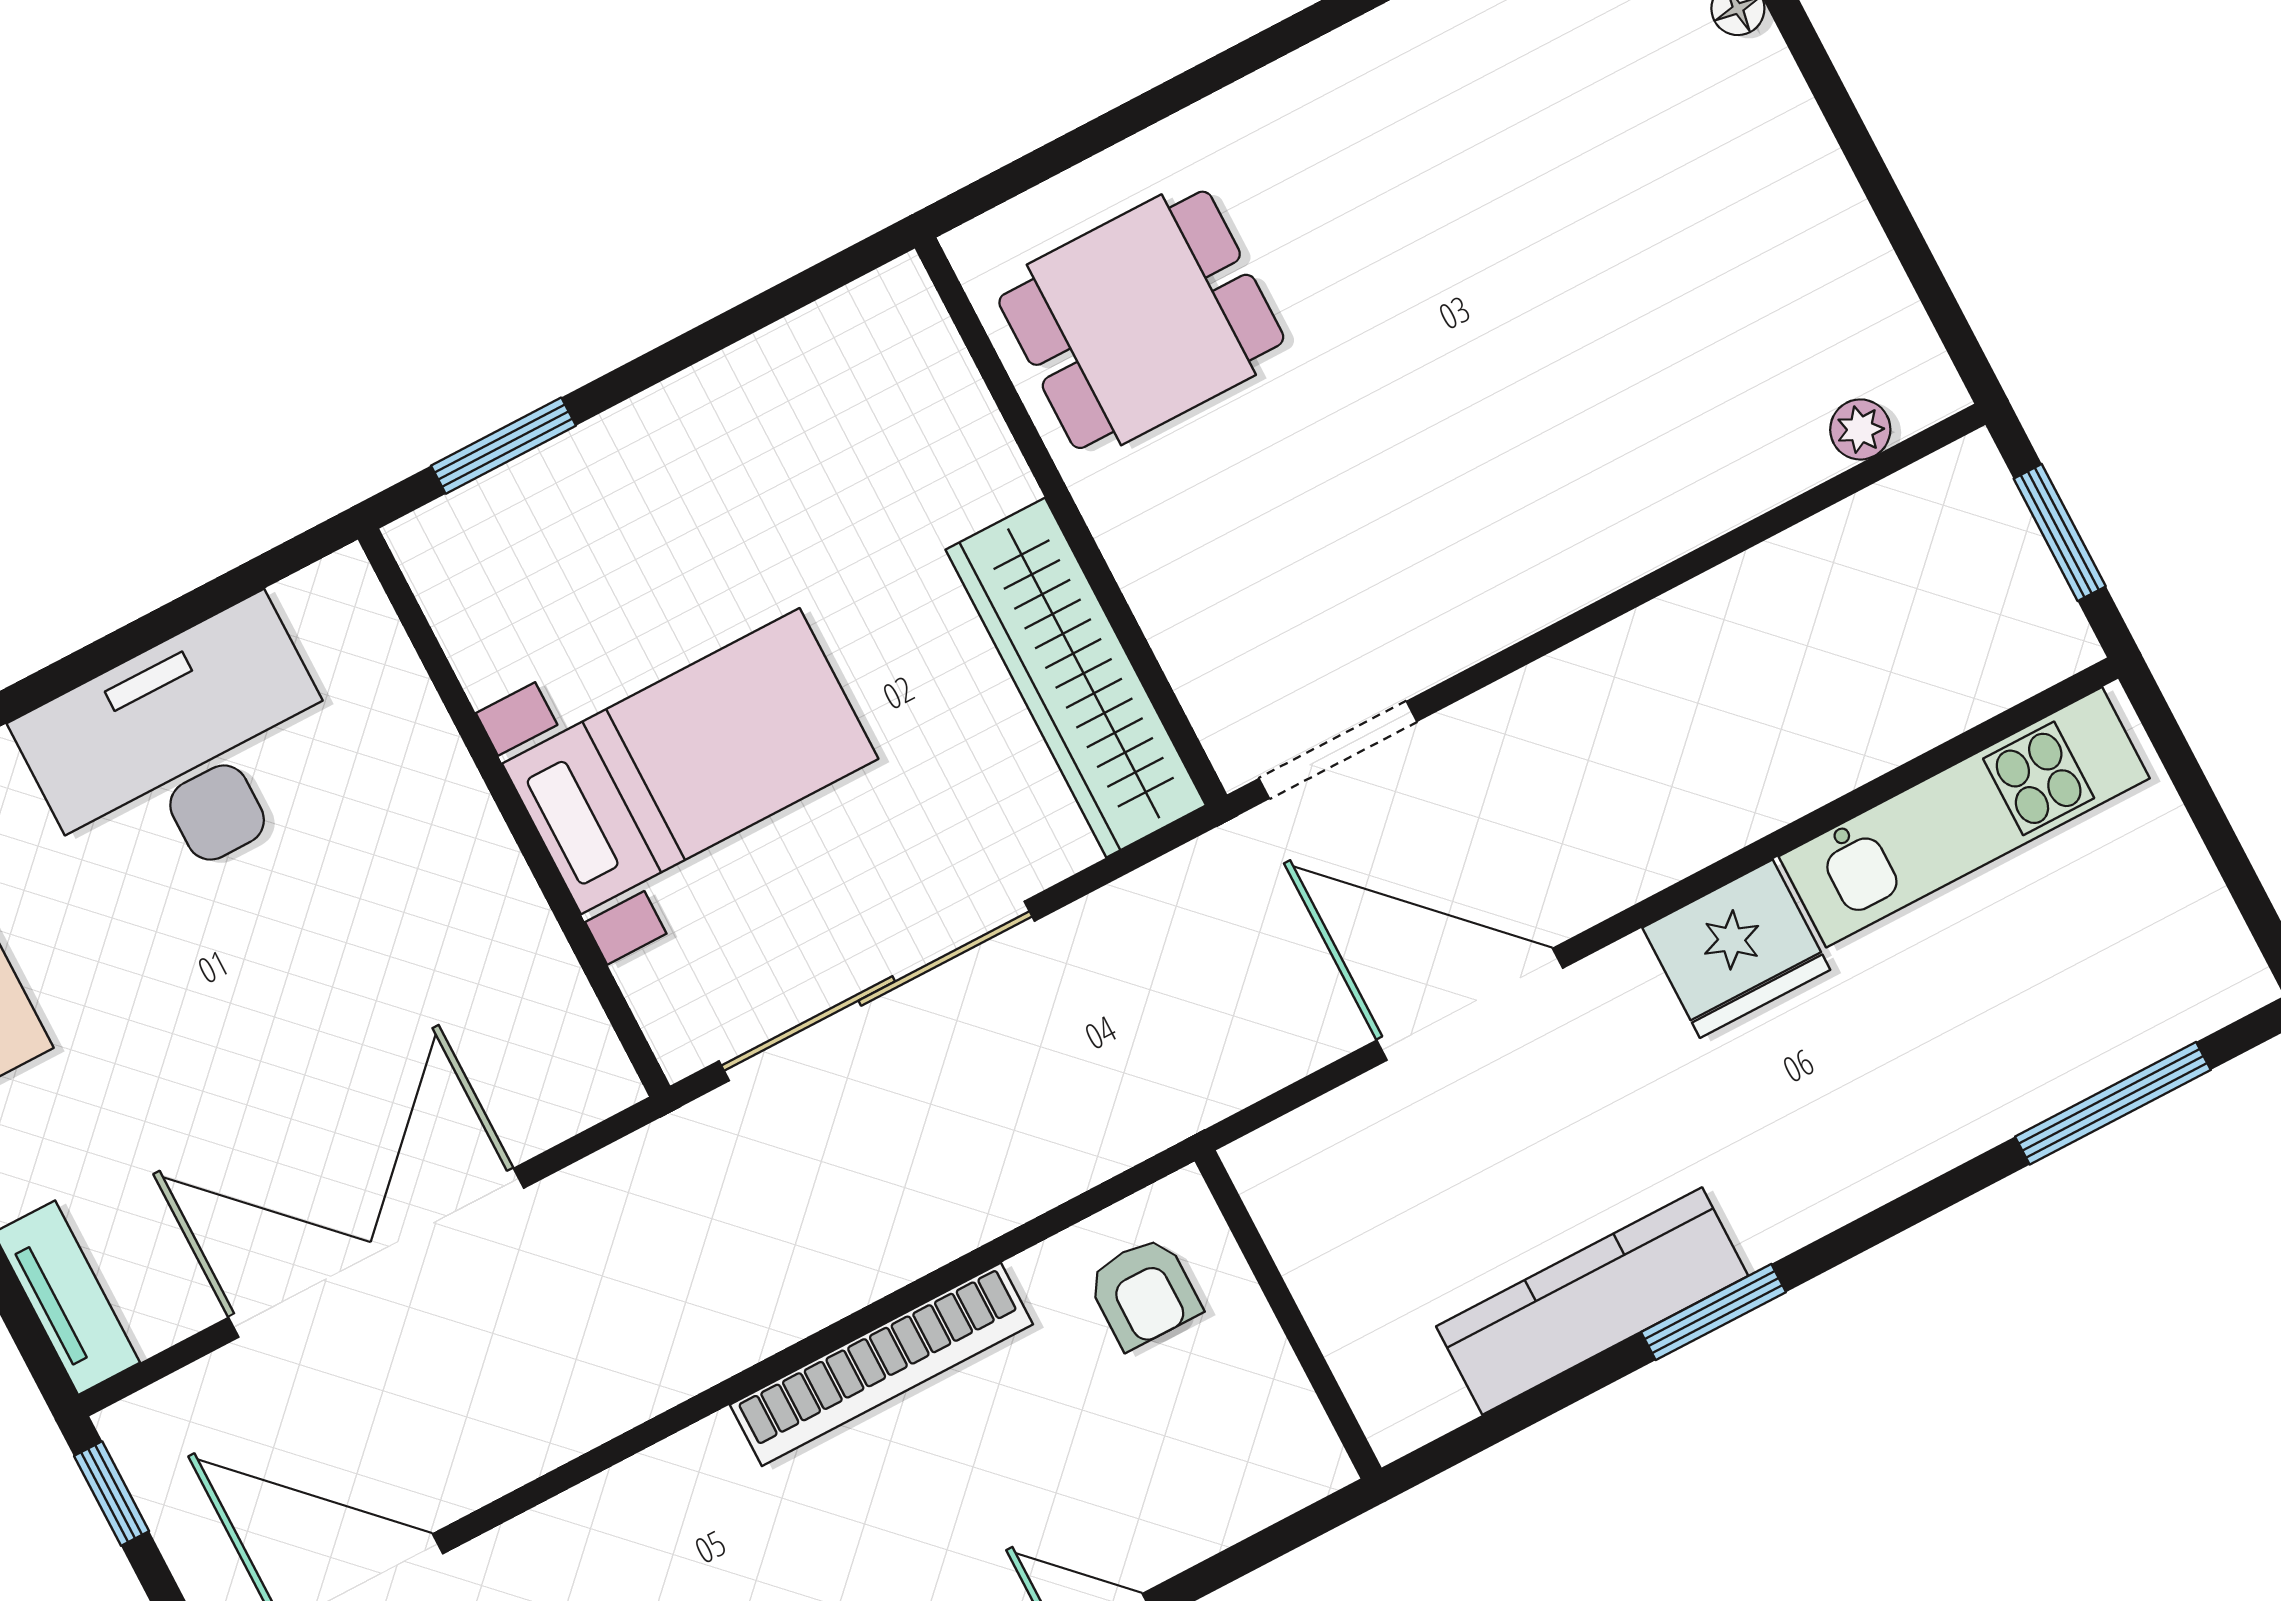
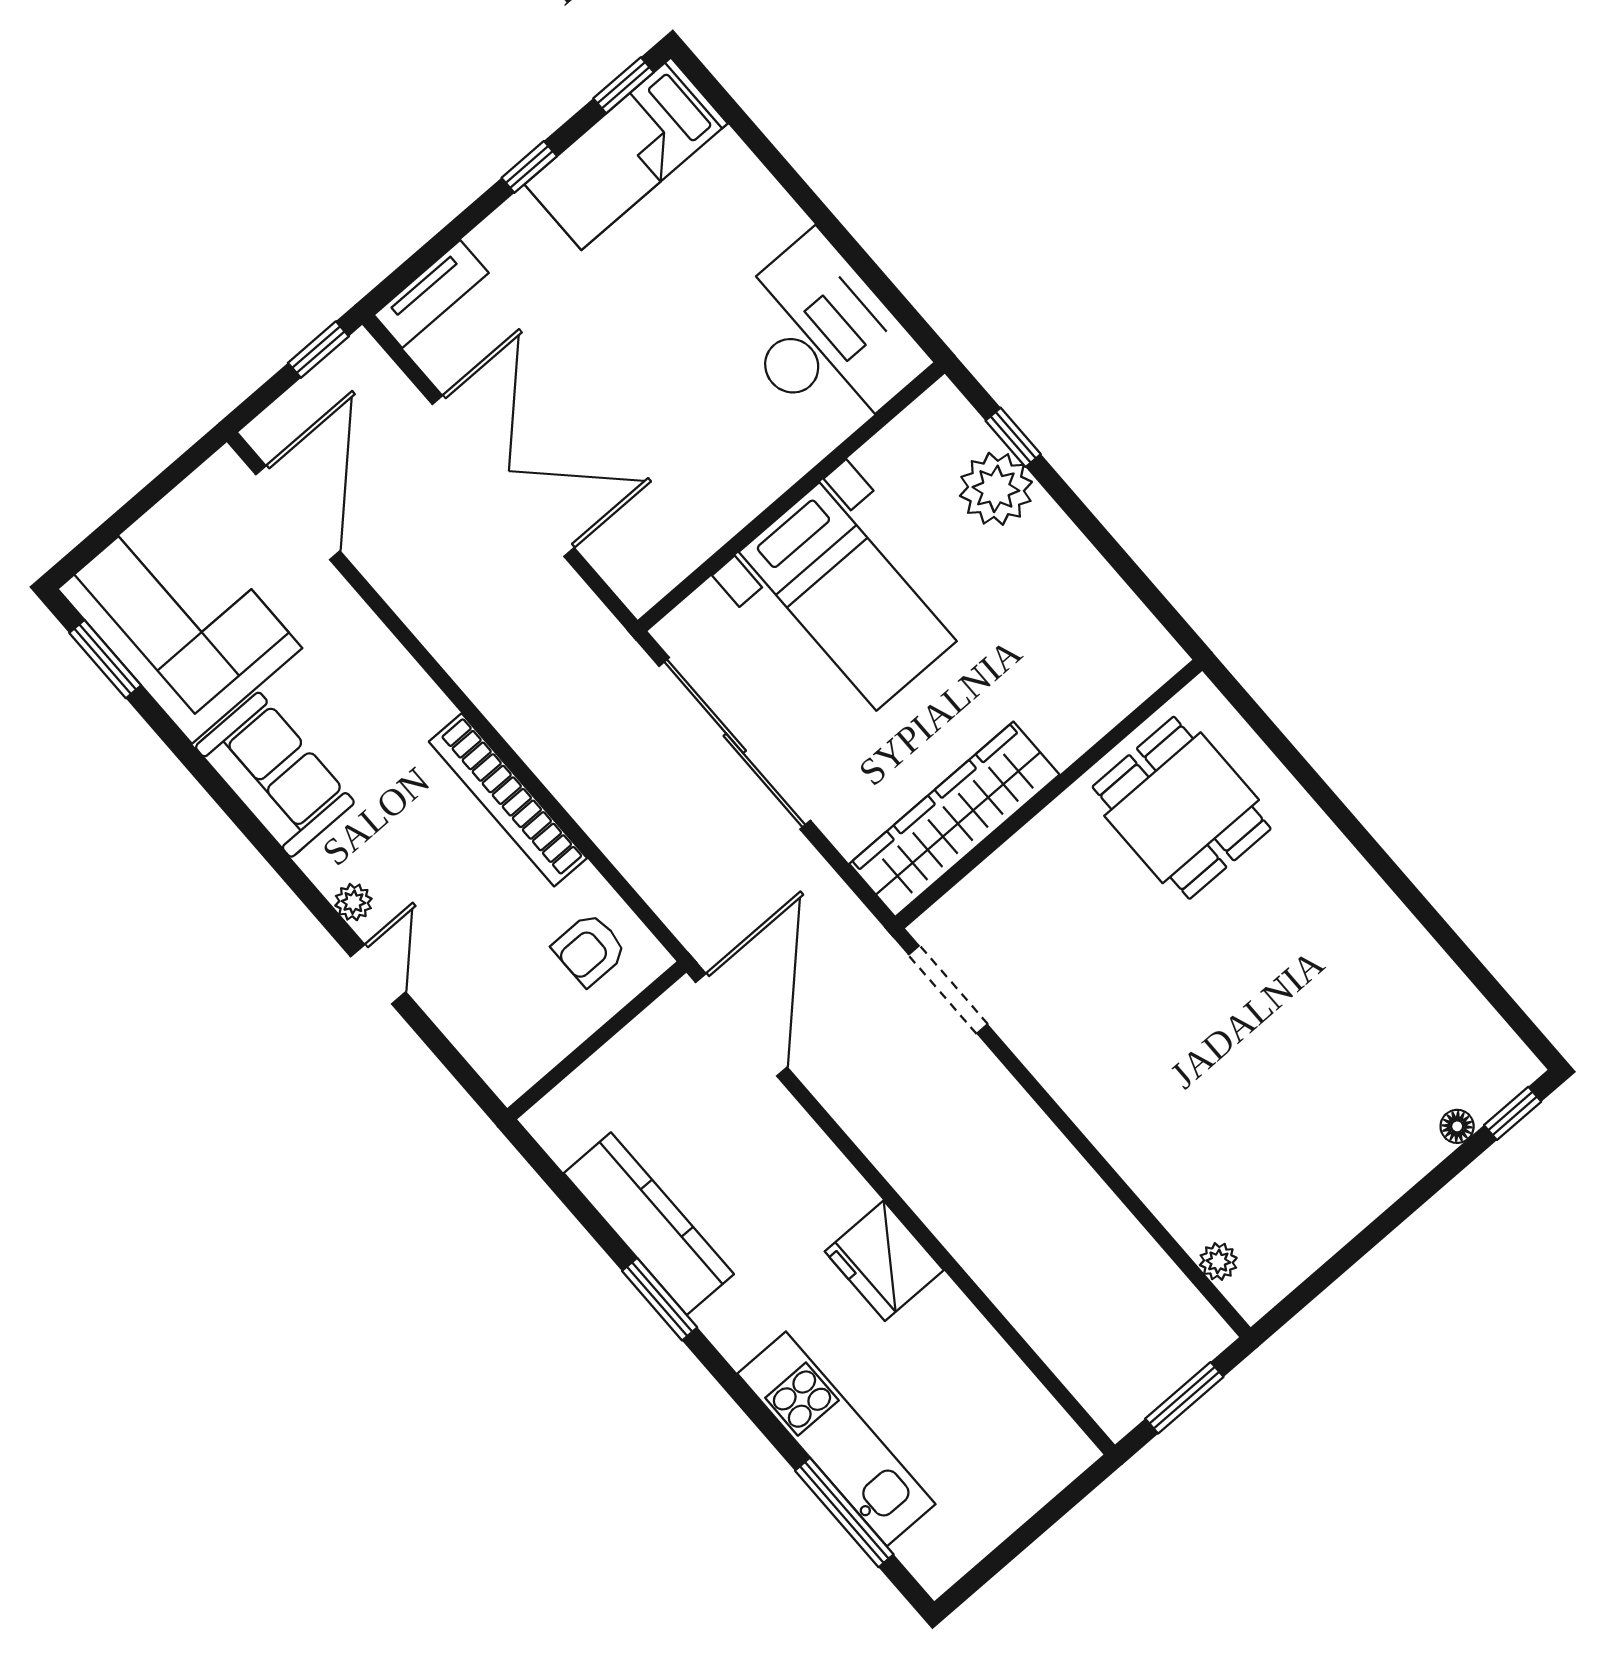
window: (503, 446) -> (1013, 437), width x0.67
plant: (577, 491) -> (996, 489), added
desk: (186, 753) -> (824, 338), moved
kitchen unit: (1964, 817) -> (836, 1439), moved, turned 180
door: (1470, 1004) -> (741, 1025), moved

